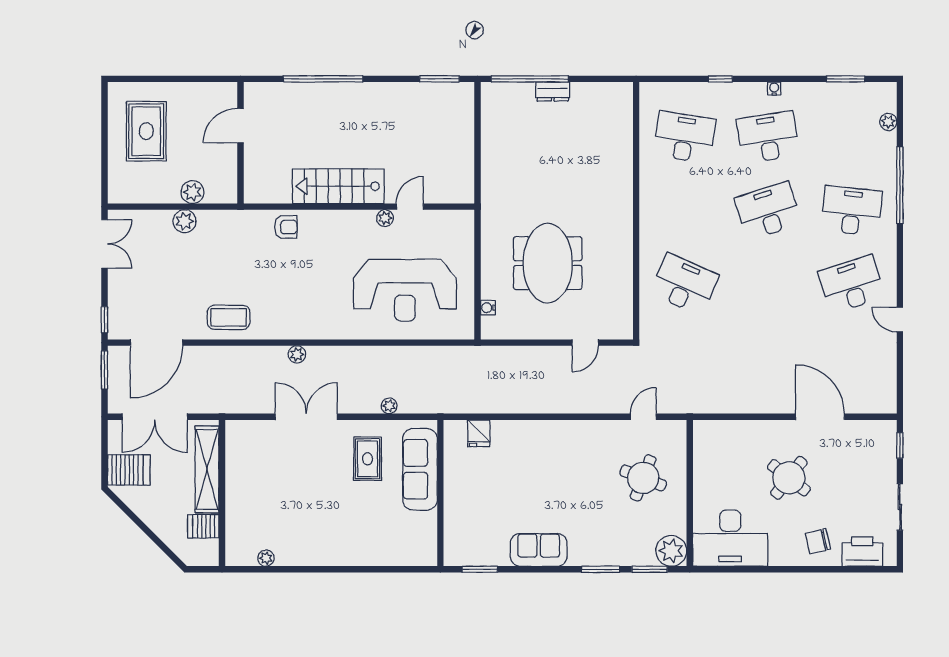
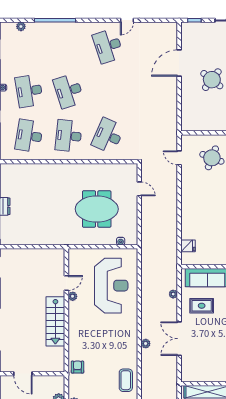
door: (410, 207) -> (66, 283), swing flipped
desk: (852, 211) -> (69, 136), moved
armchair: (286, 227) -> (77, 367), moved

